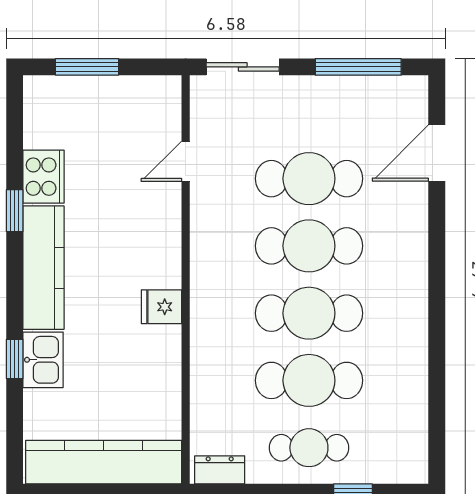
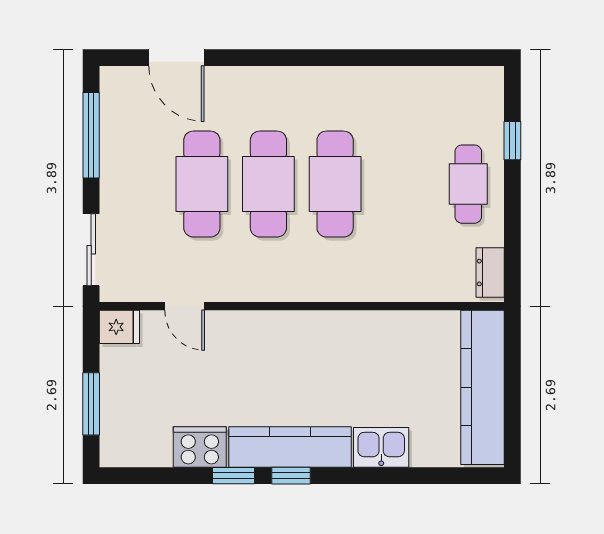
fridge: (161, 307) -> (119, 327), moved, turned -90
window: (15, 359) -> (291, 476), moved
cafe table: (309, 380) -> (402, 184), removed

